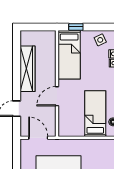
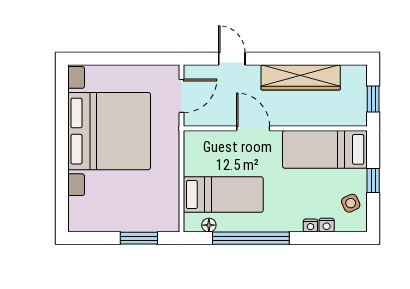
window: (40, 27) -> (373, 99), added
window: (76, 27) -> (373, 181), moved

